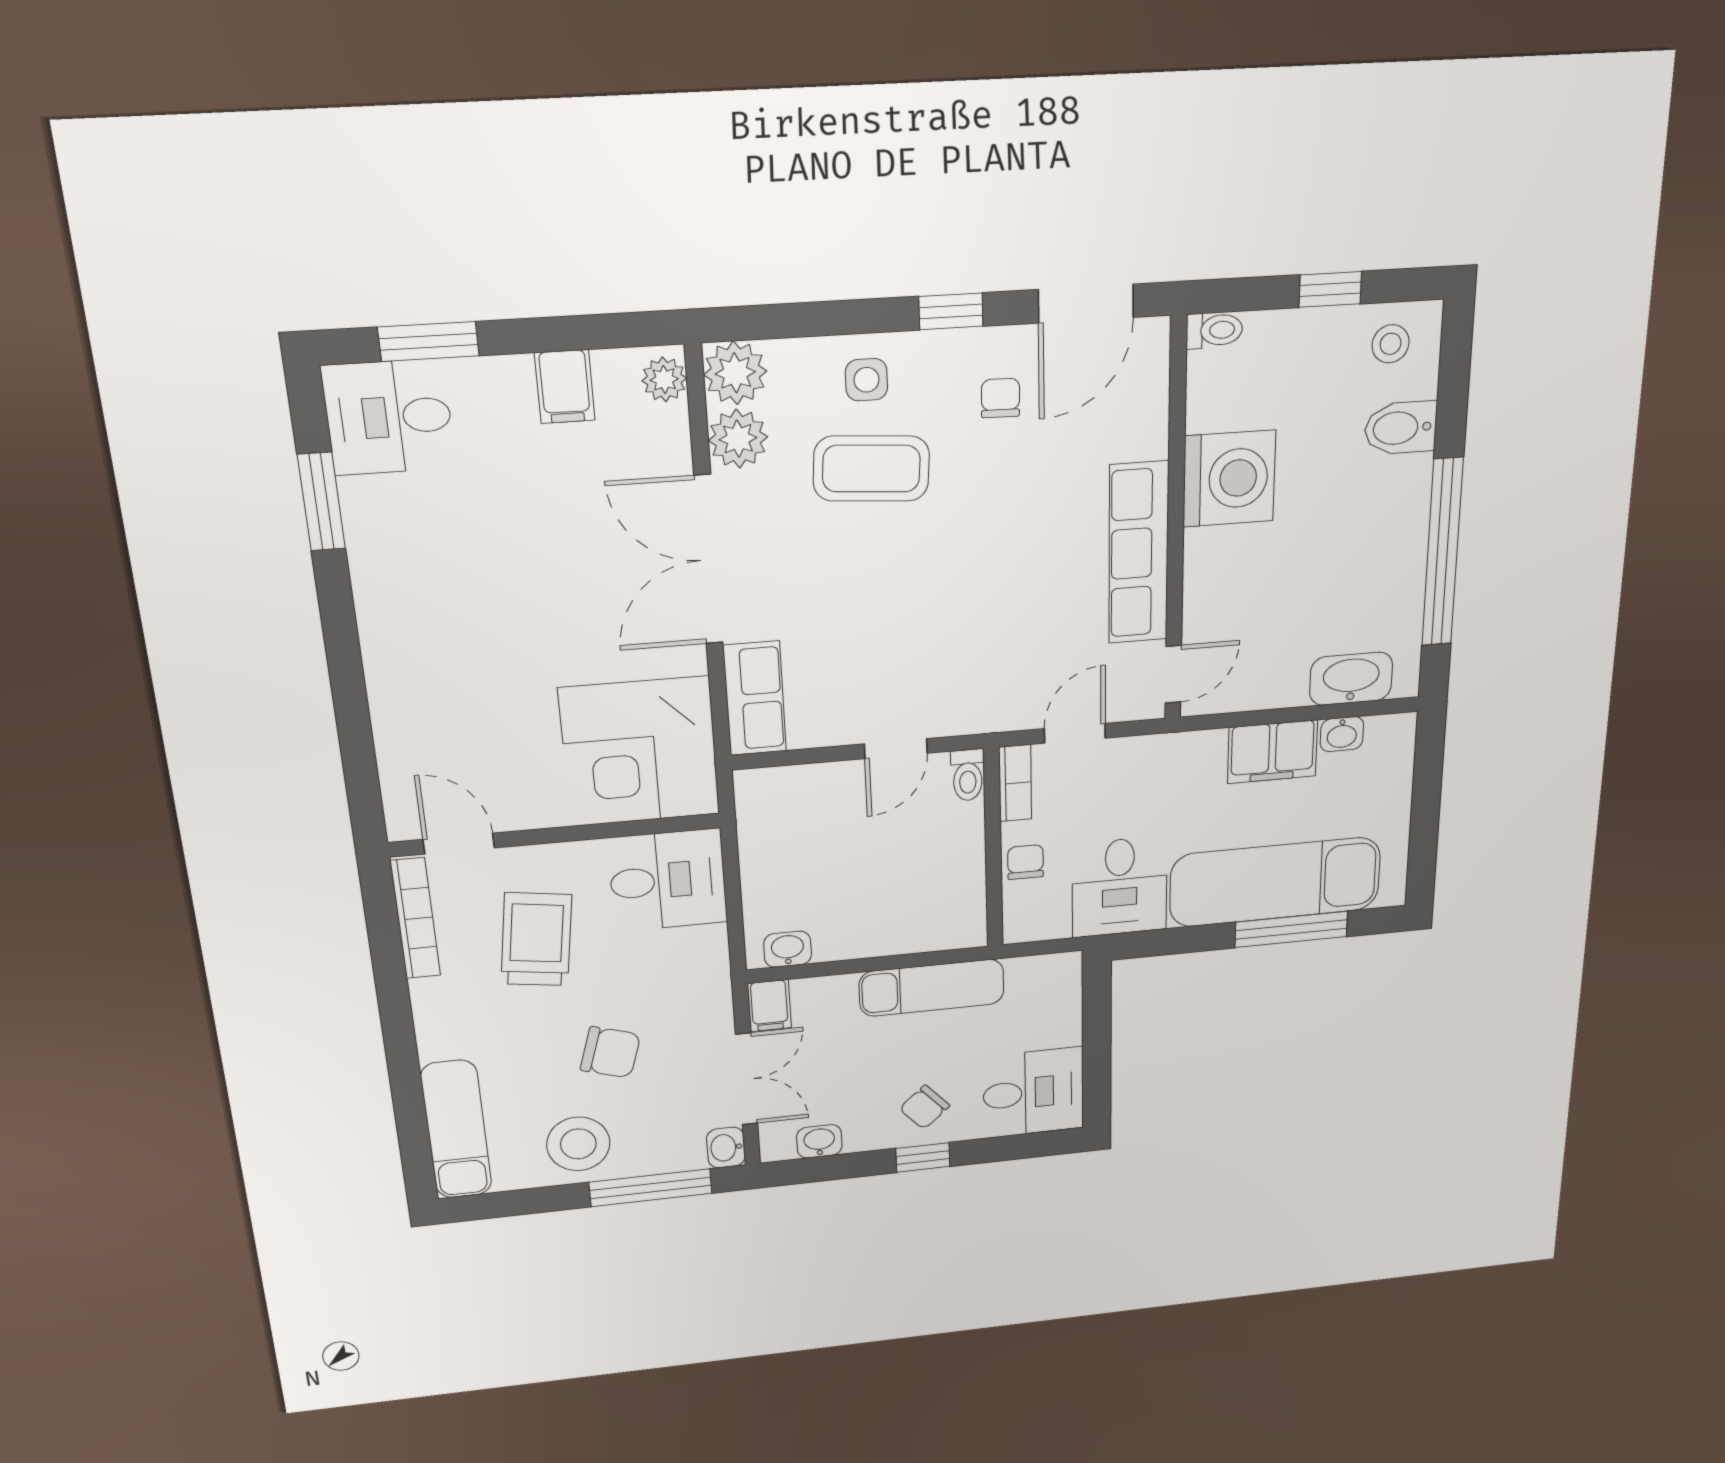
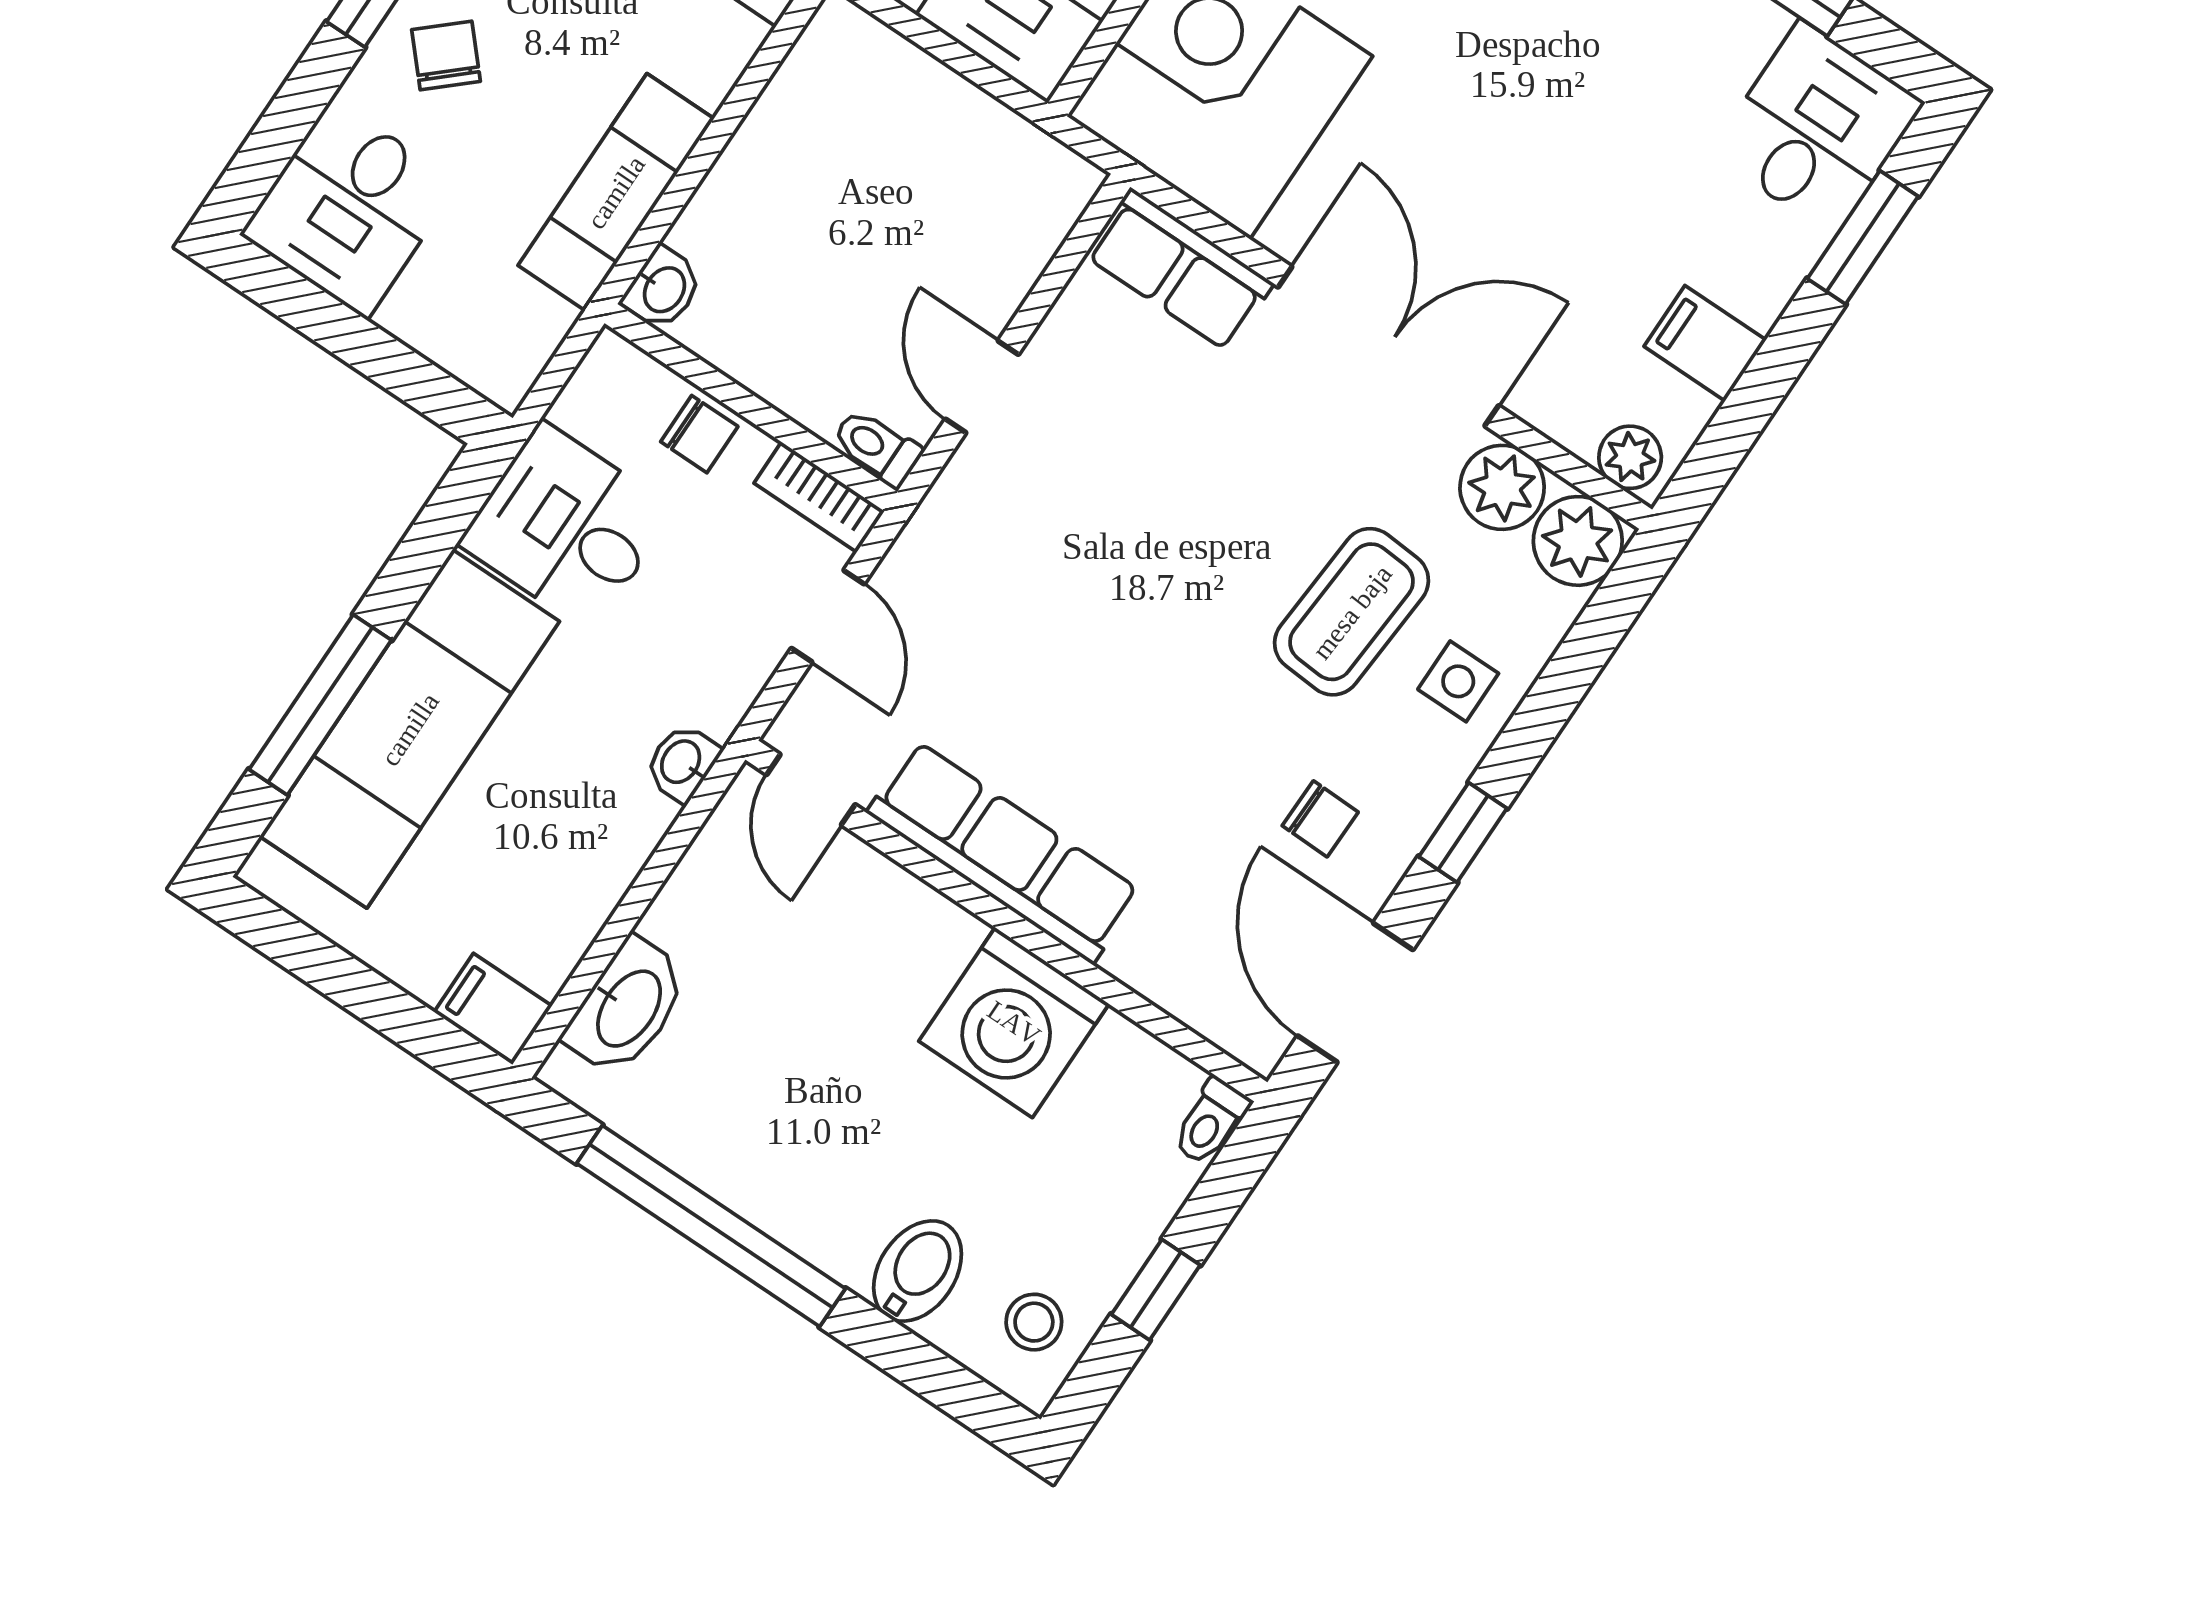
washbasin: (1342, 734) -> (682, 763), moved
filing cabinet: (1272, 752) -> (493, 1009), moved, width x0.50
washbasin: (788, 949) -> (663, 289), moved

